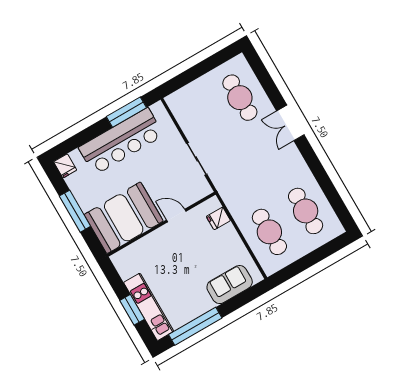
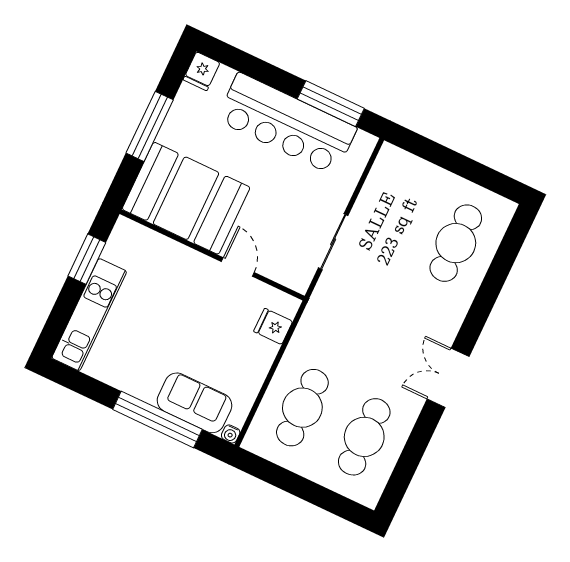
double door: (290, 123) -> (448, 378), moved
water cooler: (258, 277) -> (231, 434), added
window: (132, 310) -> (87, 259), moved
window: (195, 326) -> (157, 419), moved

